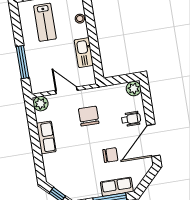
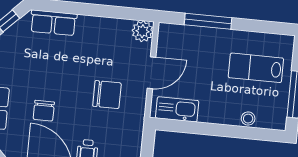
kitchen sink: (84, 53) -> (177, 109), moved
row of seats: (46, 137) -> (53, 23), moved

